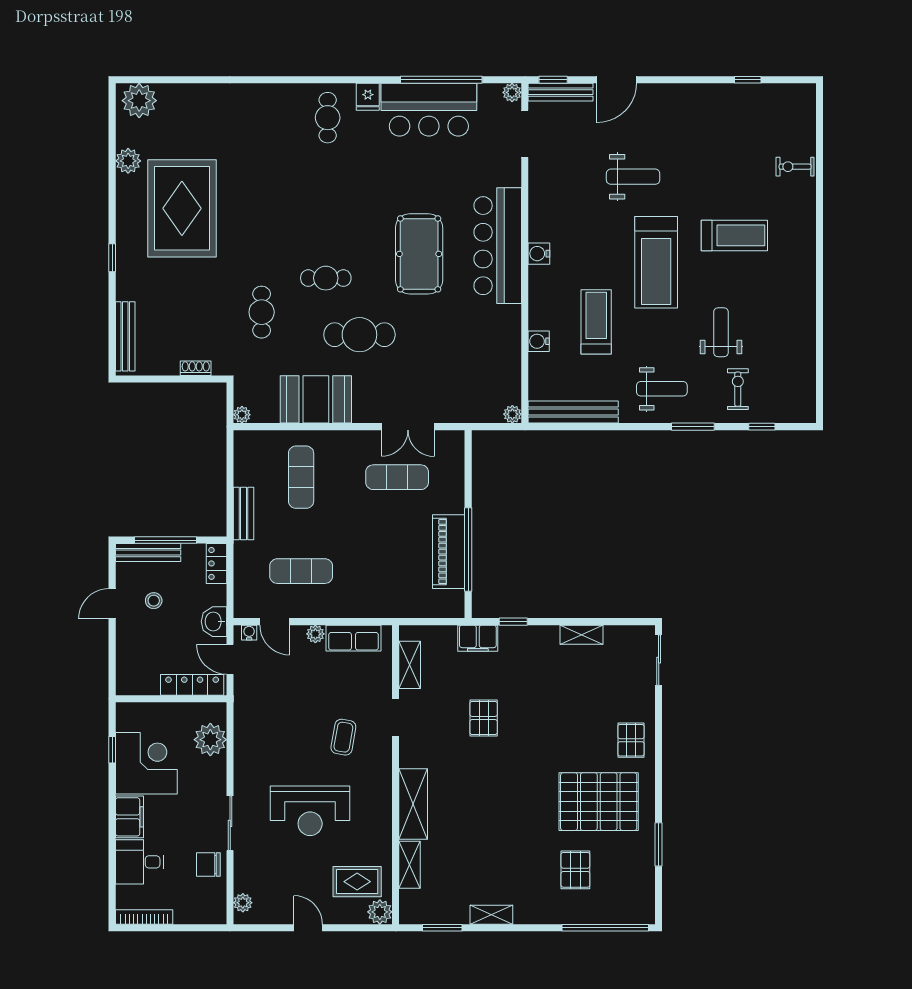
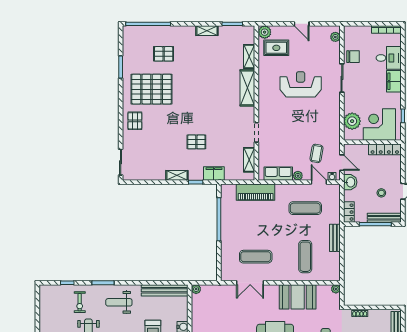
double door: (408, 427) -> (250, 283), swing flipped
piano: (449, 552) -> (256, 192), moved, turned 90
shelving: (582, 635) -> (177, 175), moved
locker: (192, 685) -> (385, 149), moved
pallet: (484, 718) -> (196, 142), moved, turned 90
coffee table: (343, 737) -> (317, 153), moved
corner desk: (146, 763) -> (379, 125), moved, turned 90
pallet: (575, 870) -> (164, 54), turned 90

